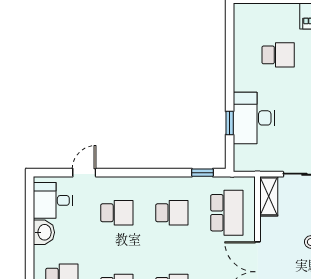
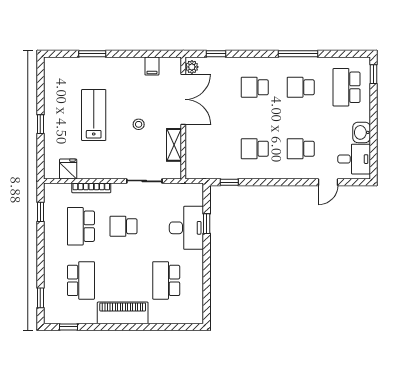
school desk: (278, 55) -> (166, 280), width x1.85
shelving: (269, 196) -> (174, 145), moved
school desk: (227, 213) -> (209, 149), removed

